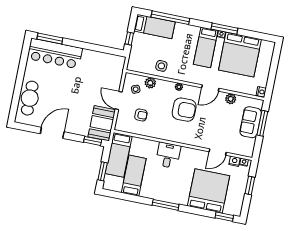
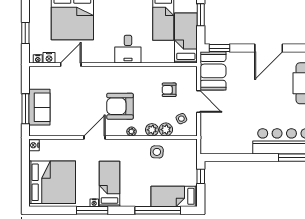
bed: (240, 55) -> (52, 182), moved, turned 90
plant: (231, 99) -> (152, 130), moved

